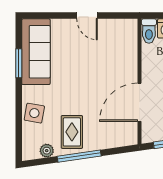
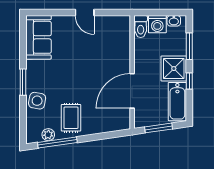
sofa: (36, 52) -> (39, 37), width x0.73
window: (19, 63) -> (23, 82), moved
window: (79, 156) -> (57, 142), moved

